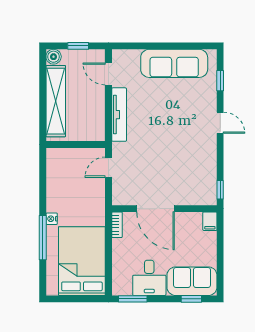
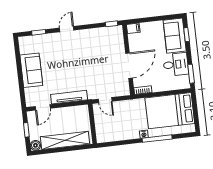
sofa: (174, 63) -> (31, 70), width x0.73

